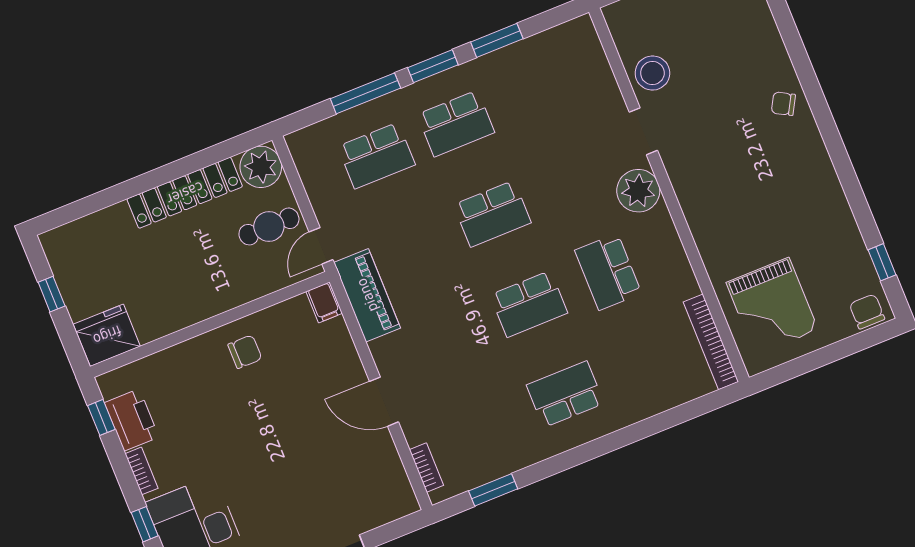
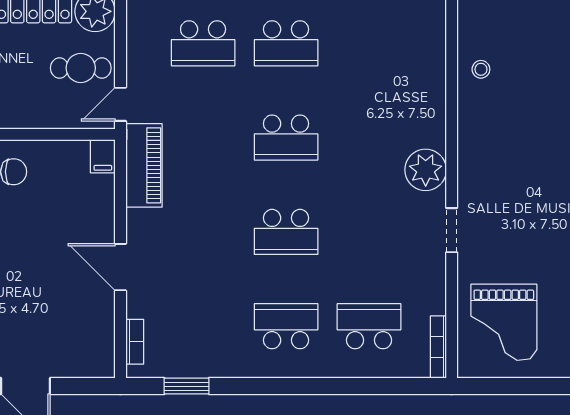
stool: (652, 73) -> (481, 69), width x0.53, depth x0.53
doorway: (643, 131) -> (452, 230), moved
school desk: (608, 272) -> (369, 326), moved, turned 90
bookcase: (711, 342) -> (438, 347), width x0.68, depth x0.76

